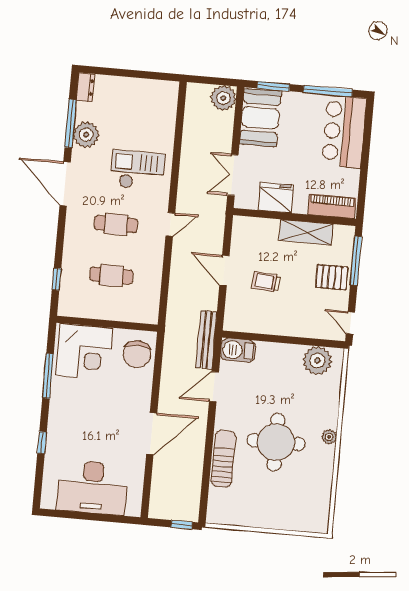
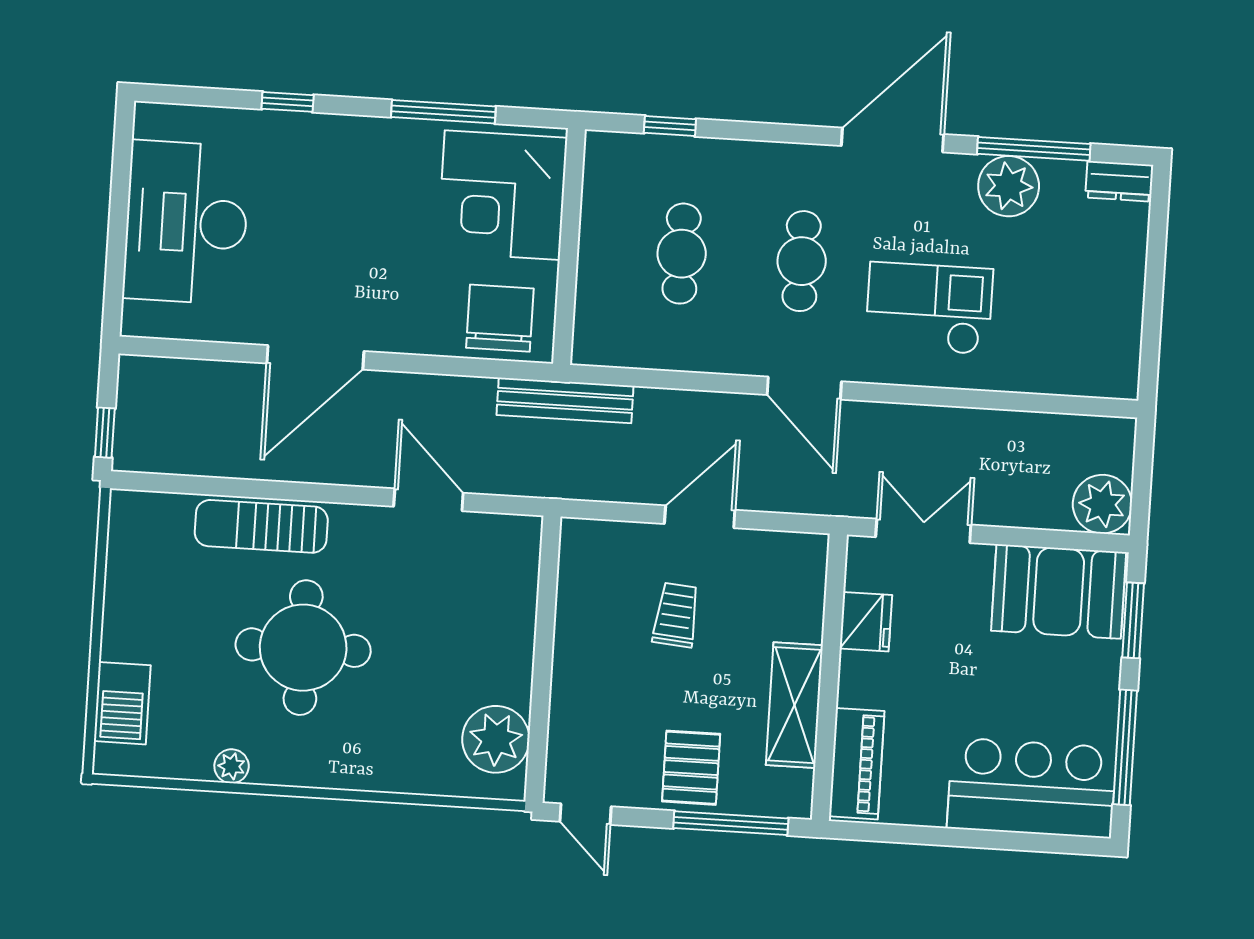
checkout: (138, 170) -> (929, 308), turned -90
fridge: (276, 198) -> (866, 622), width x0.73, depth x0.75
door: (170, 224) -> (804, 388), width x1.38
door: (350, 323) -> (585, 814), swing flipped
bench: (206, 340) -> (565, 400), moved
barbecue: (238, 350) -> (122, 703), moved, turned 180
chair: (137, 354) -> (500, 318), turned 89
door: (152, 434) -> (315, 357), hinge flipped
plant: (329, 437) -> (232, 766), moved
sun lounger: (224, 459) -> (261, 526), turned 180

